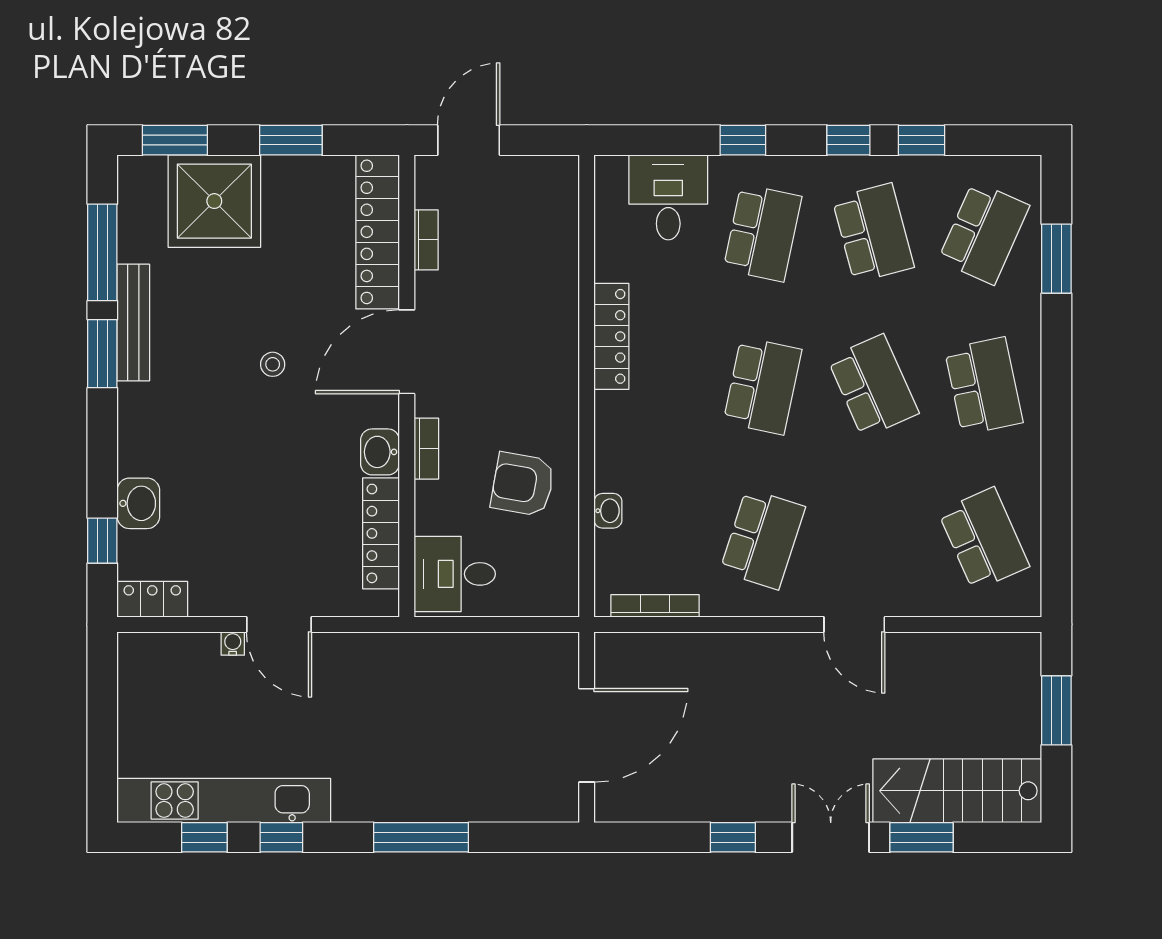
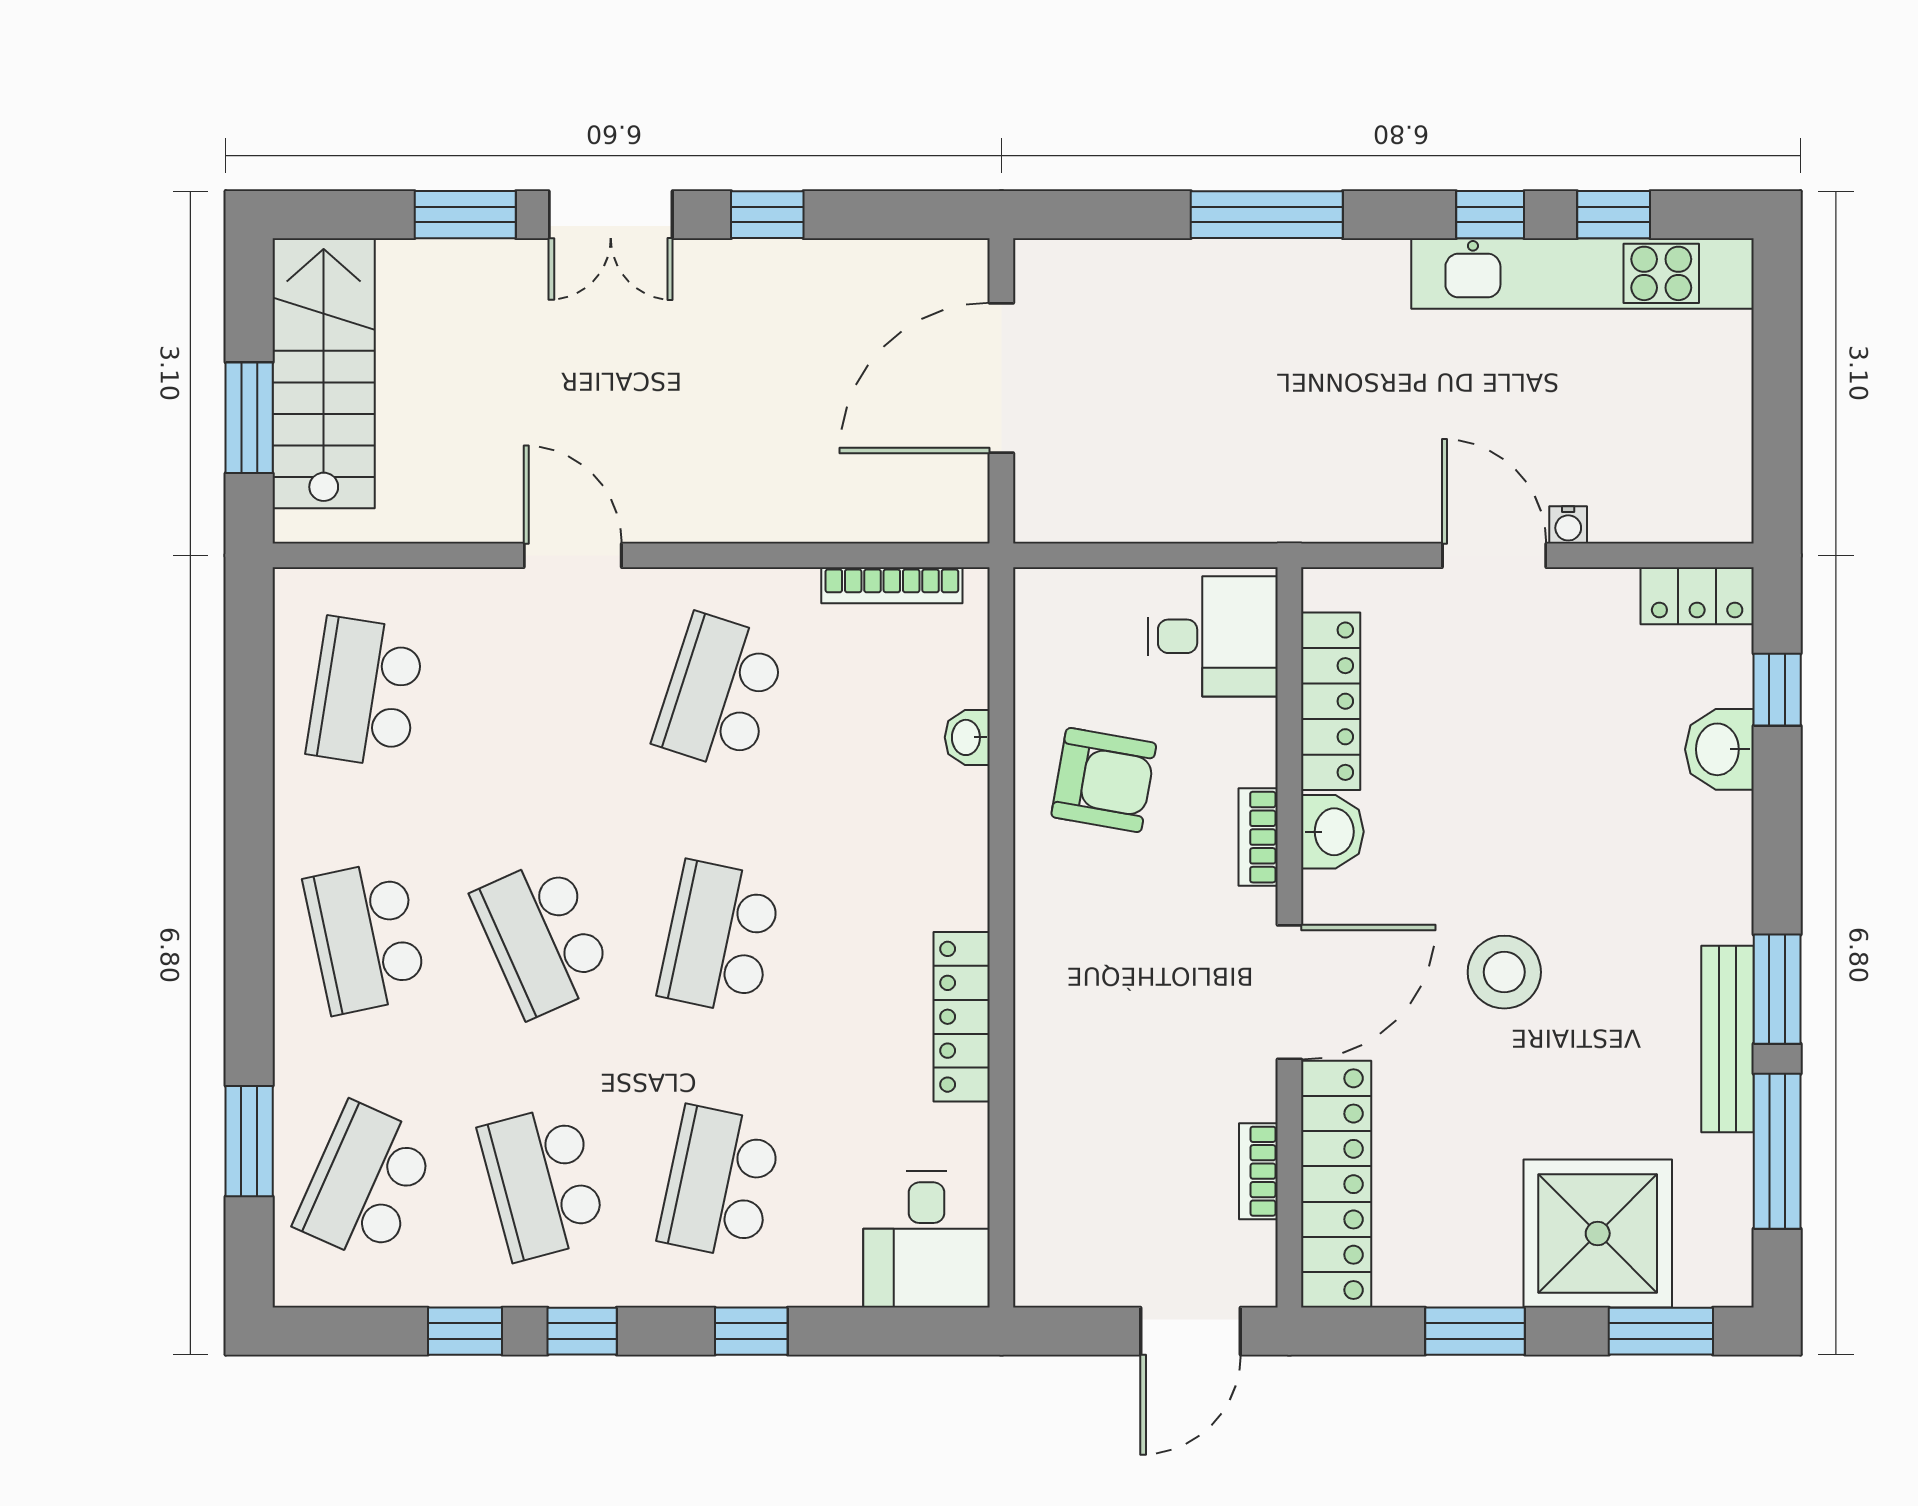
desk: (668, 197) -> (926, 1239), moved
stool: (273, 364) -> (1504, 972), width x1.89, depth x1.89
school desk: (984, 539) -> (365, 692), turned 33
stairs: (957, 791) -> (324, 373), moved, turned -90

